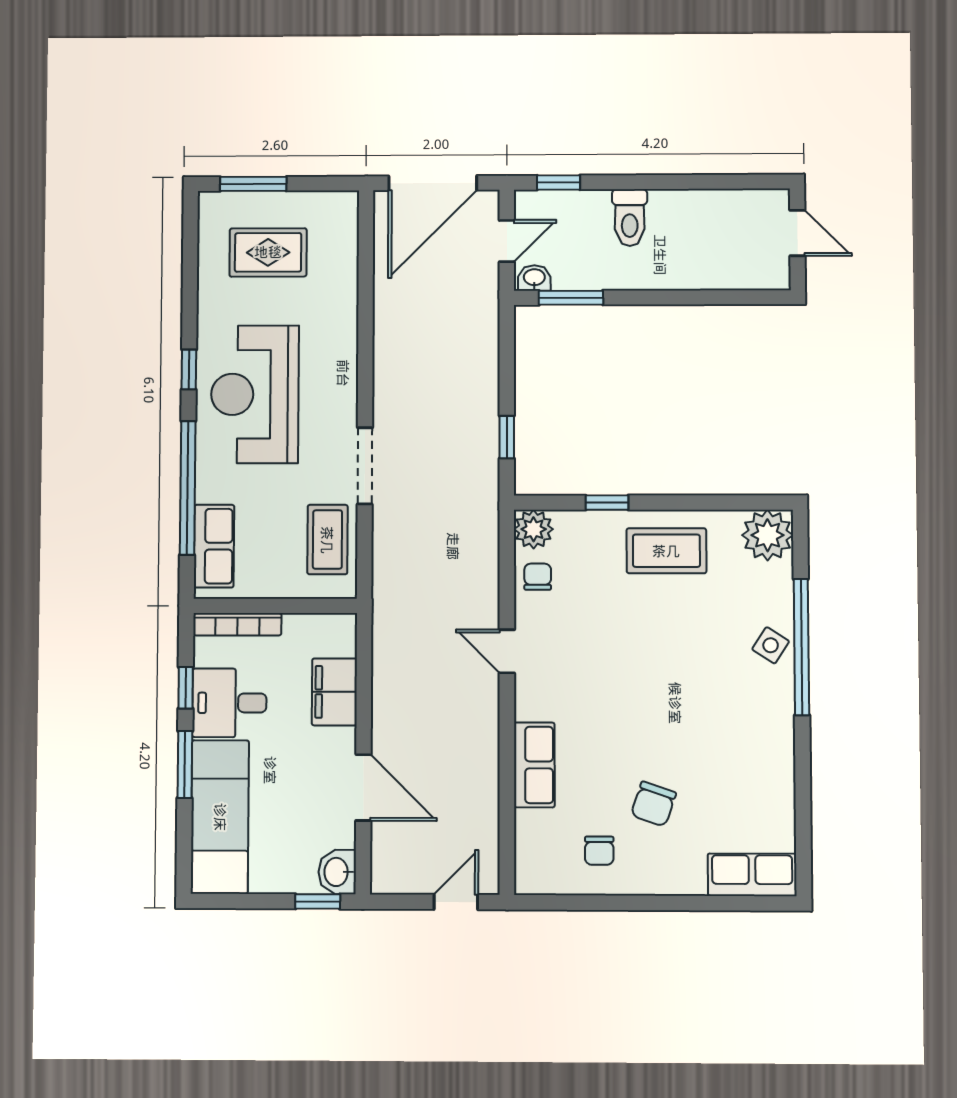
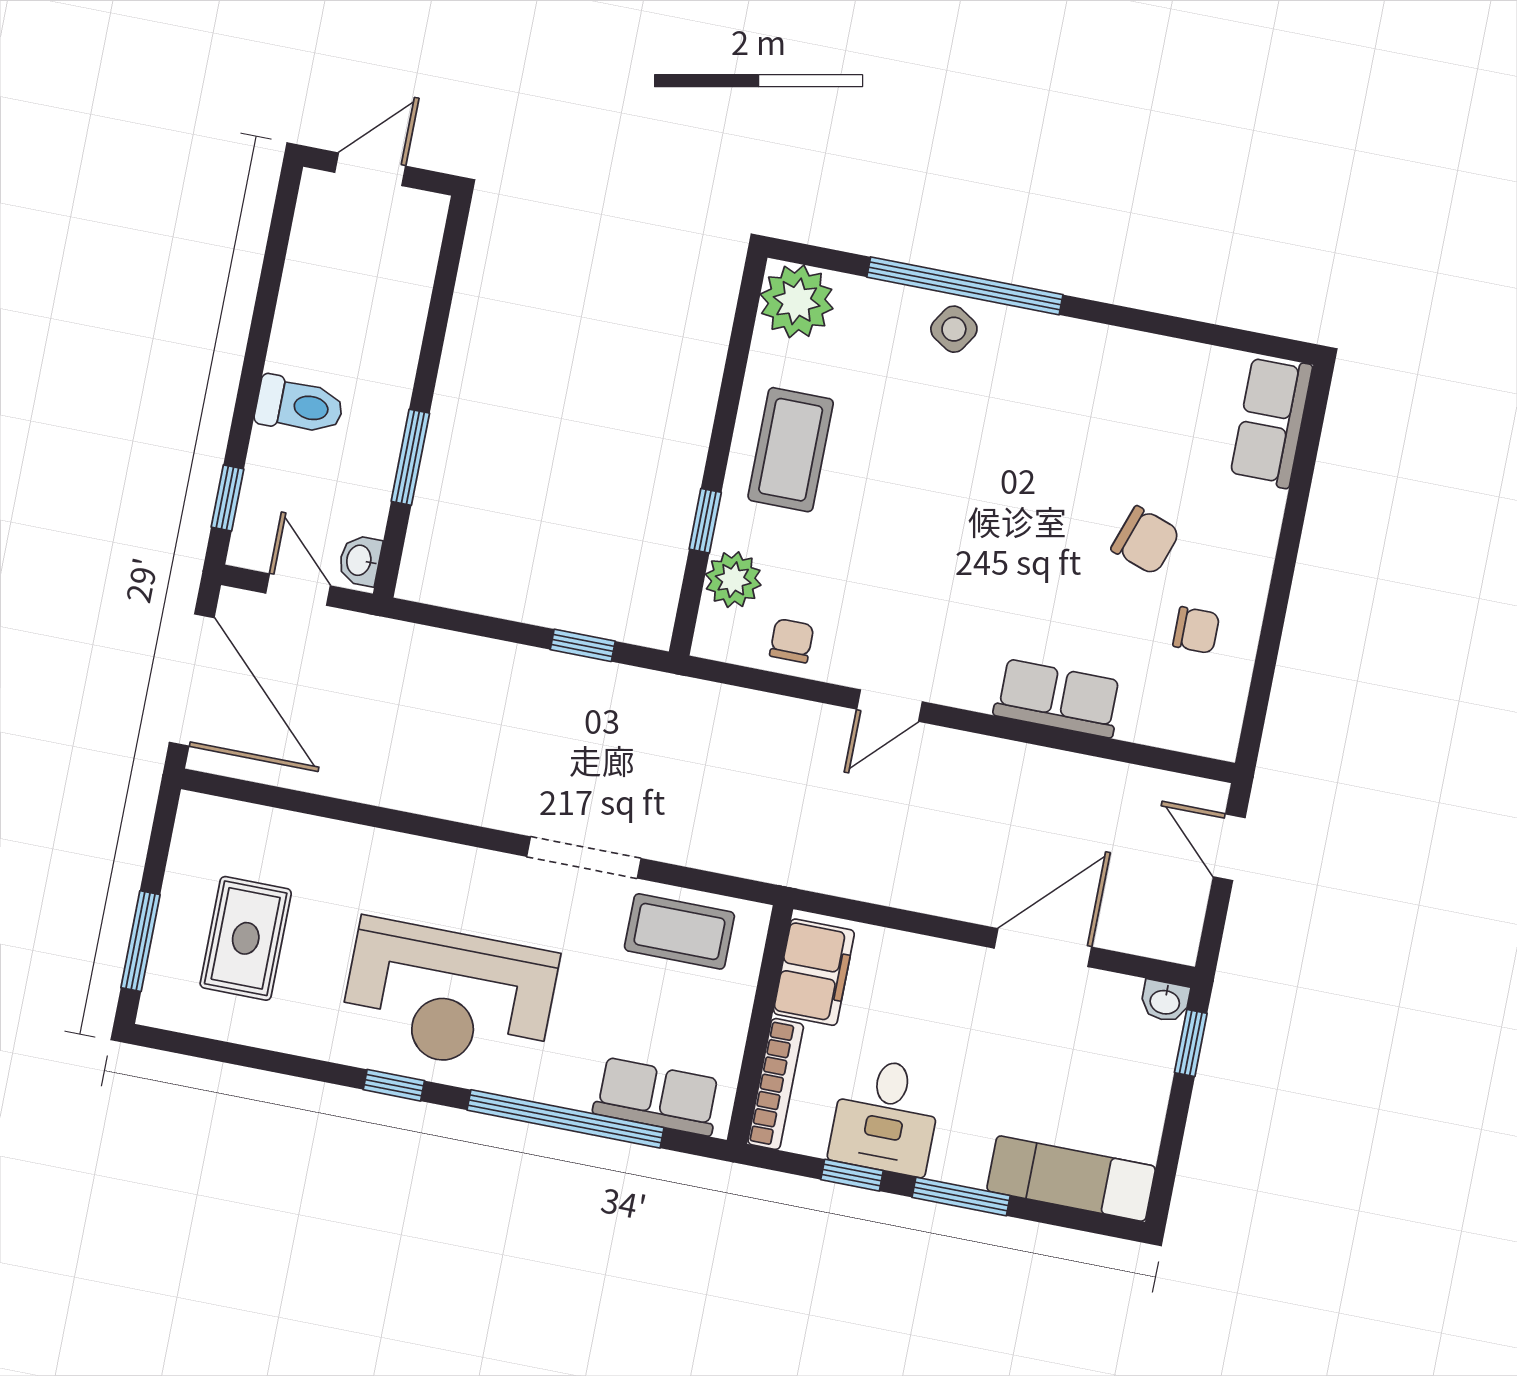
window: (571, 298) -> (410, 457), moved
plant: (534, 529) -> (733, 580), moved
chair: (538, 577) -> (792, 641), turned 90
filing cabinet: (334, 692) -> (814, 972), moved, turned -90
exam couch: (220, 817) -> (1071, 1179), width x0.73, depth x0.69
washbasin: (337, 872) -> (1165, 1001), width x0.72, depth x0.69

